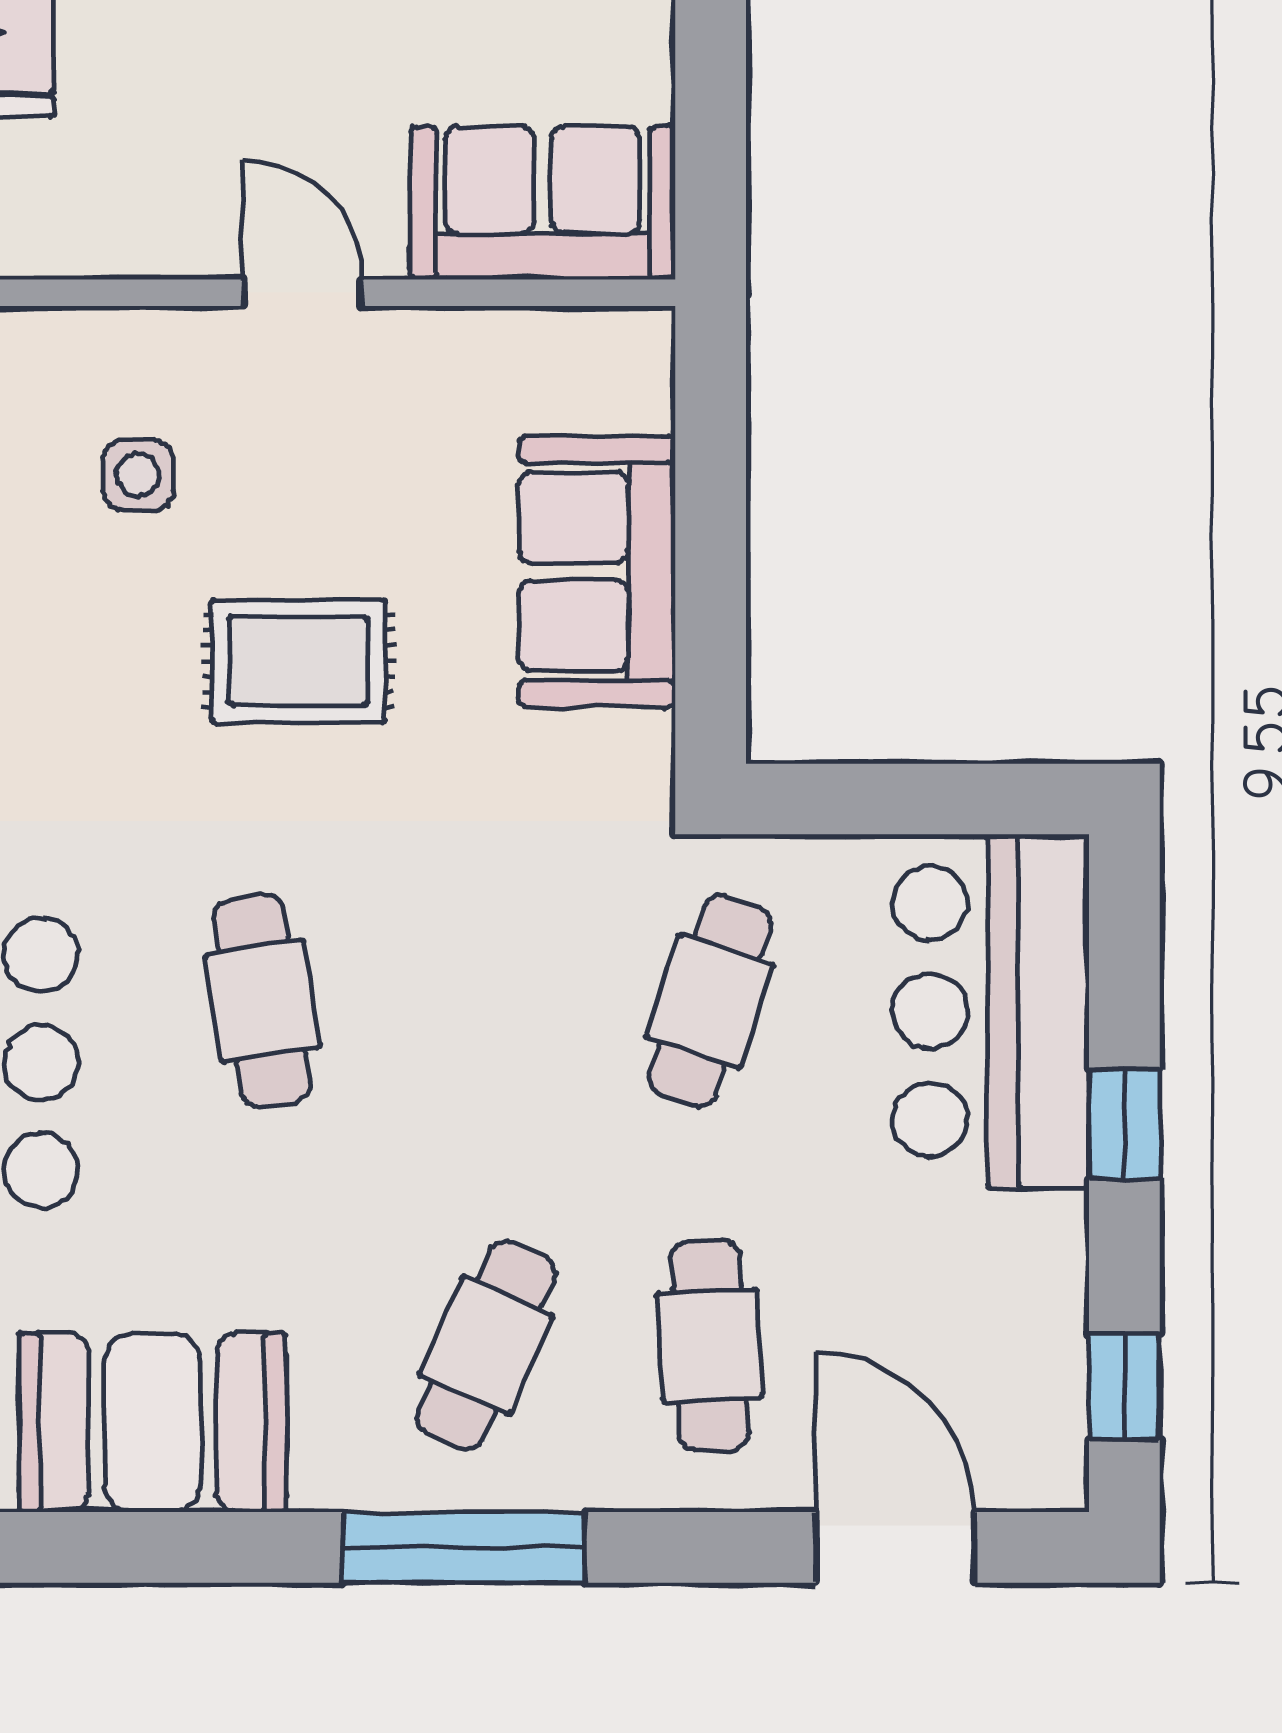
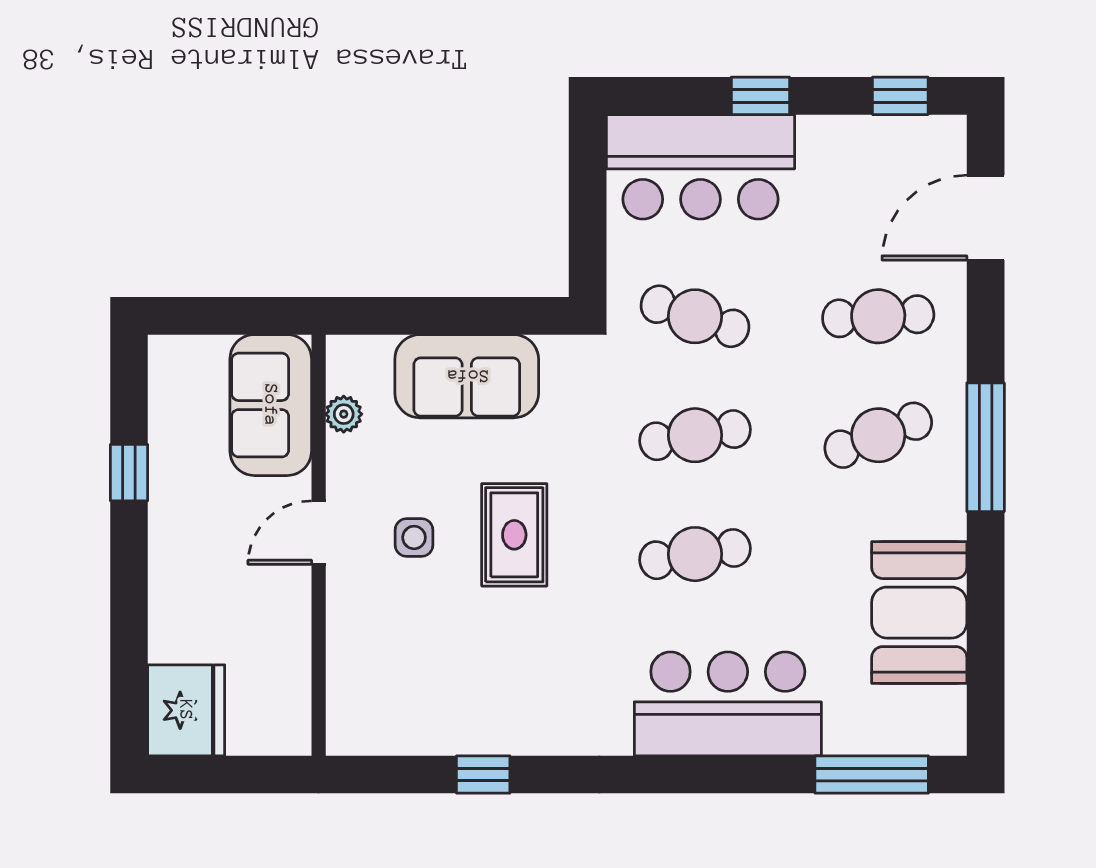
plant: (526, 340) -> (344, 414), added
side table: (138, 475) -> (414, 537), moved
cafe table: (486, 1001) -> (695, 435), added
cafe table: (486, 1346) -> (878, 435), turned -45

